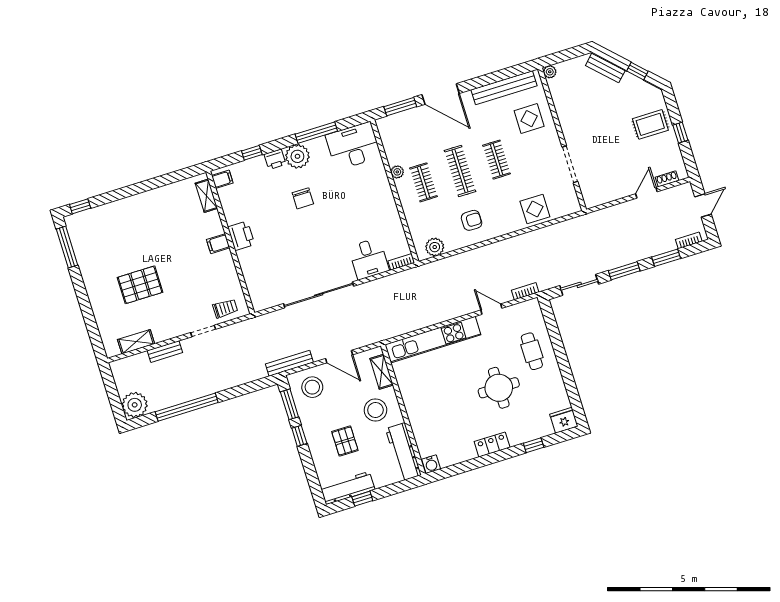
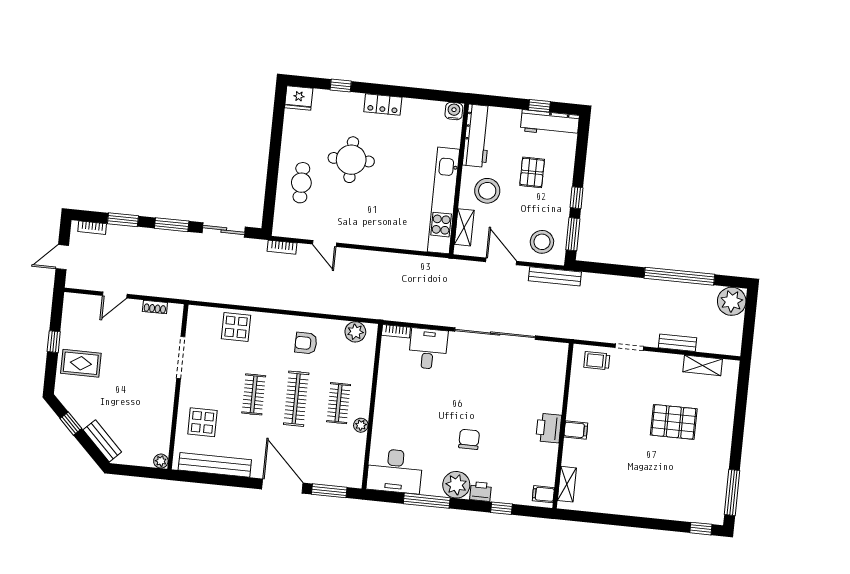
shoe rack: (667, 179) -> (155, 307), moved
kitchen unit: (433, 340) -> (444, 200), moved, turned -90

